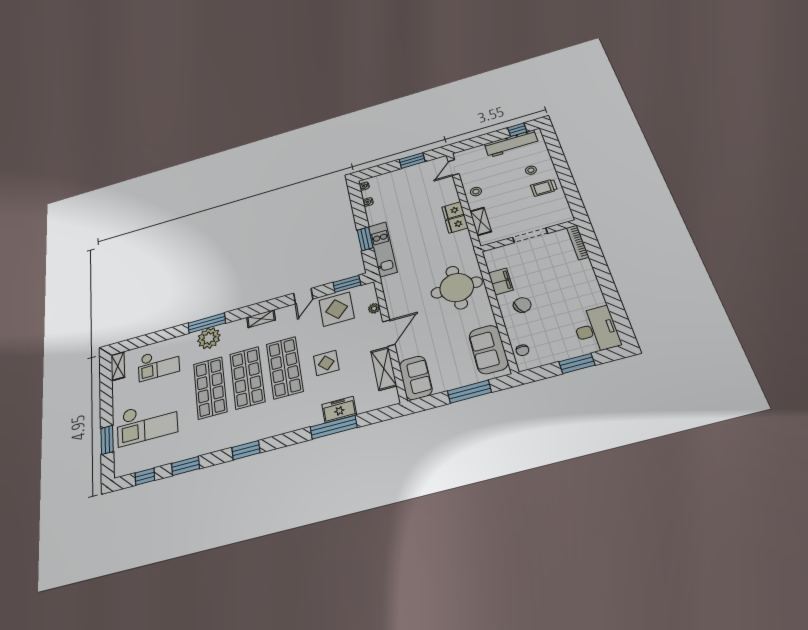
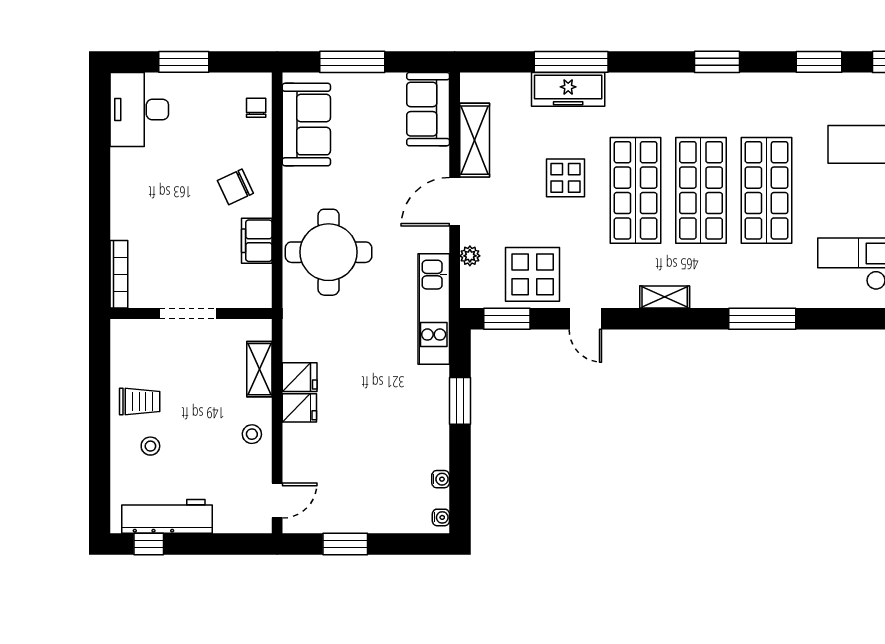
kitchen unit: (383, 249) -> (434, 309), moved
door: (303, 296) -> (585, 319), swing flipped
plant: (209, 338) -> (761, 287), removed
freezer: (339, 410) -> (568, 89), width x1.40

